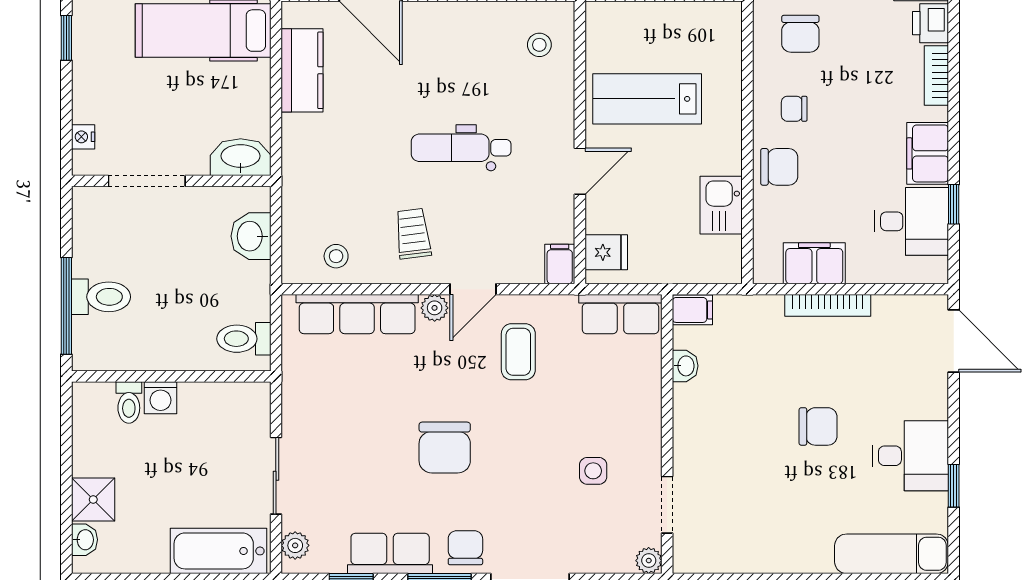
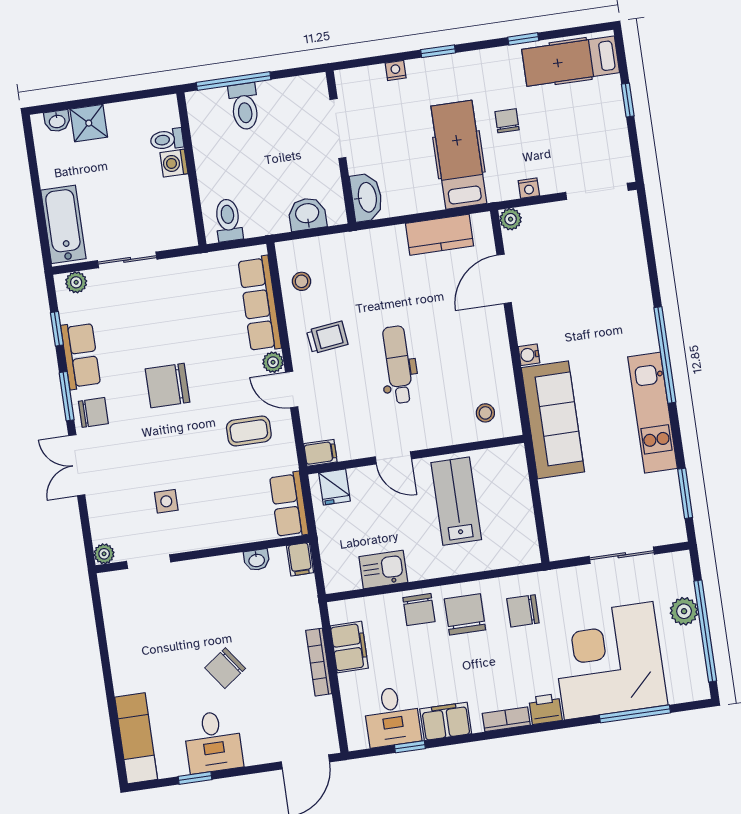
chair: (794, 109) -> (465, 614), width x1.87, depth x1.87
nightstand: (83, 137) -> (396, 71), moved
chair: (818, 426) -> (225, 668), turned 54

